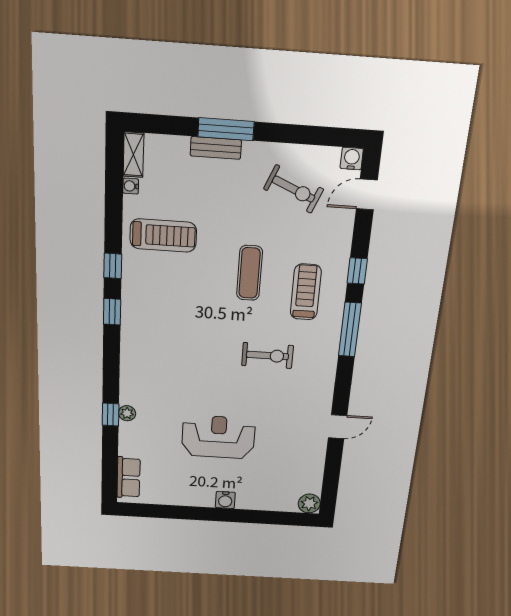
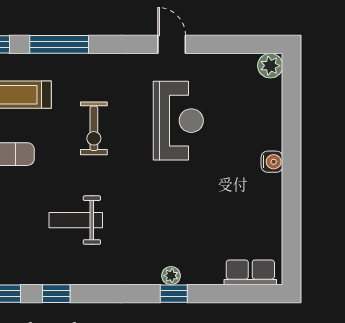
weight bench: (182, 334) -> (76, 220), added
exercise bike: (267, 356) -> (94, 128), turned 180
reception desk: (218, 437) -> (178, 121), moved, turned 180

